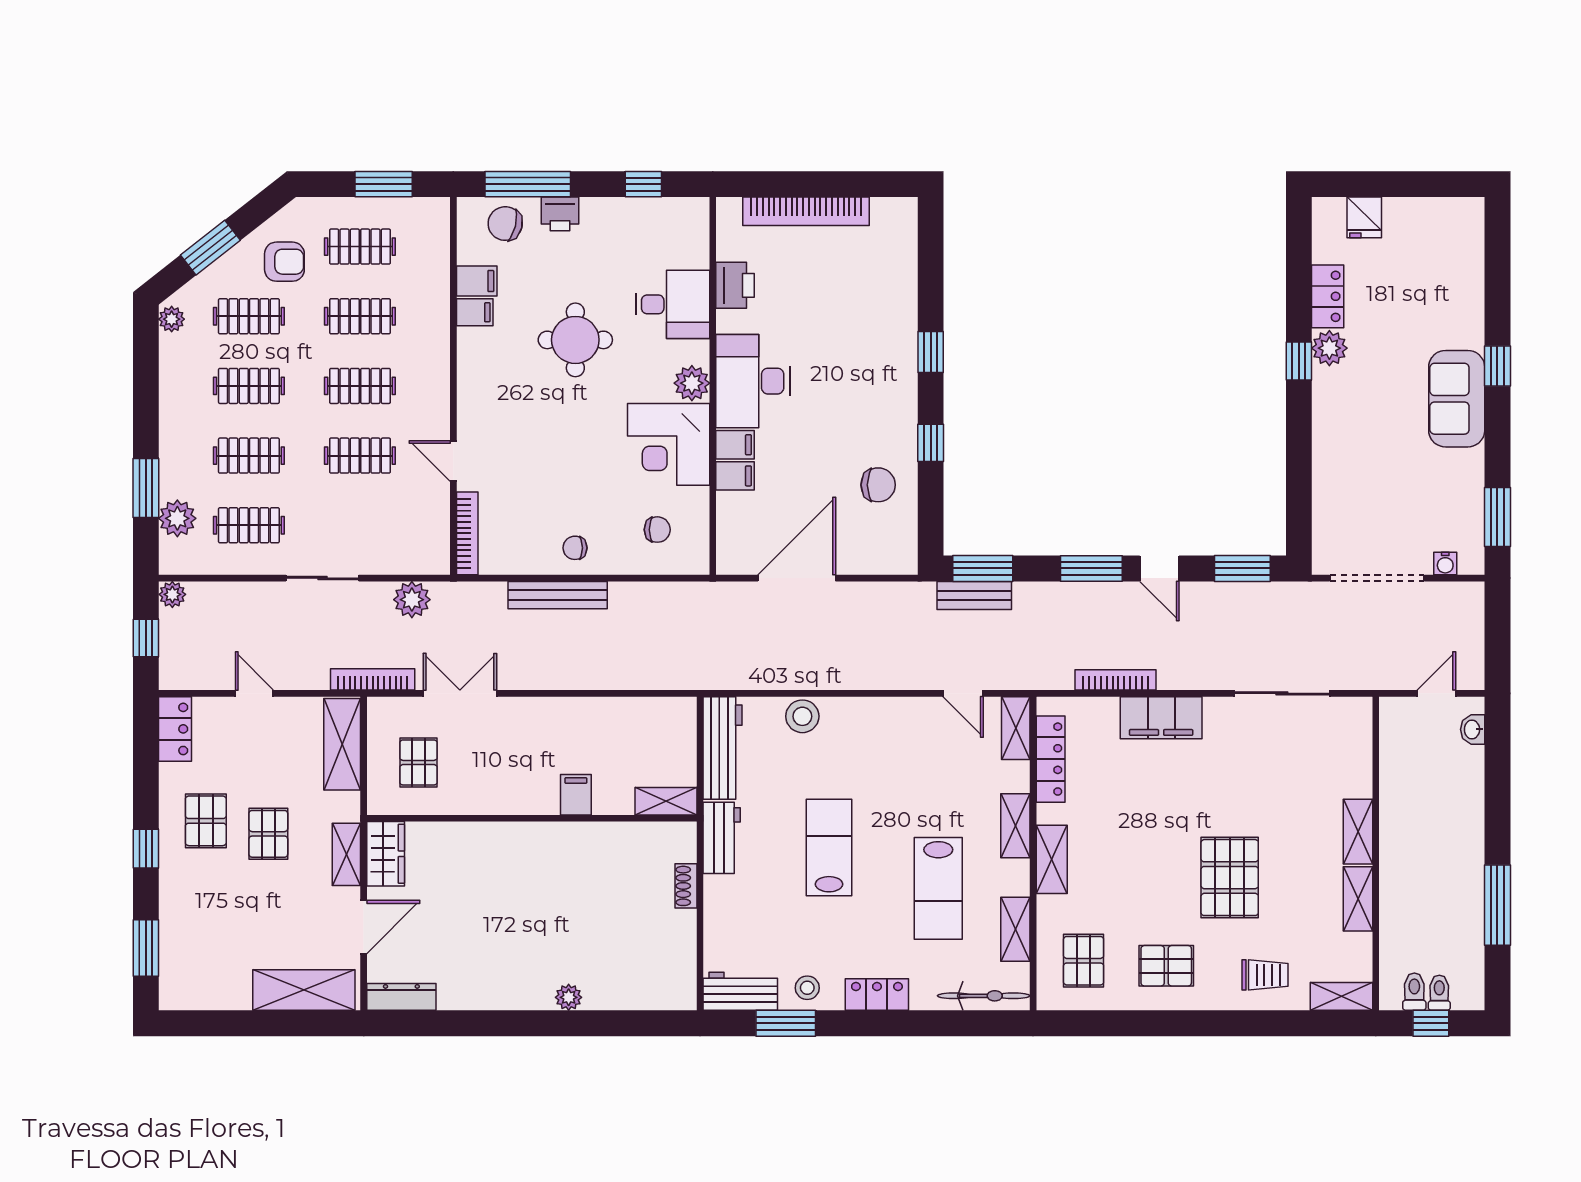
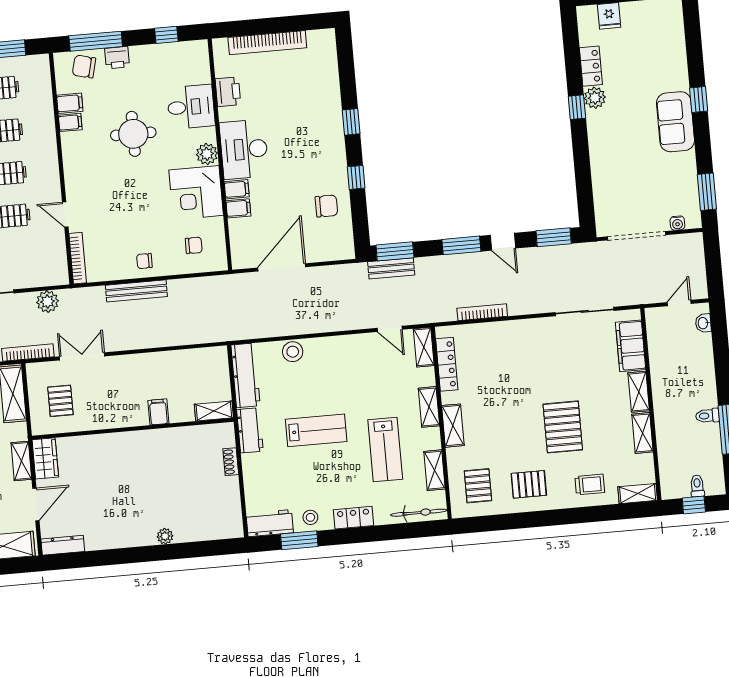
filing cabinet: (1161, 718) -> (631, 346), moved, turned 90
lab bench: (829, 847) -> (316, 430), turned 90
toilet: (1414, 992) -> (707, 416), moved, turned -90

